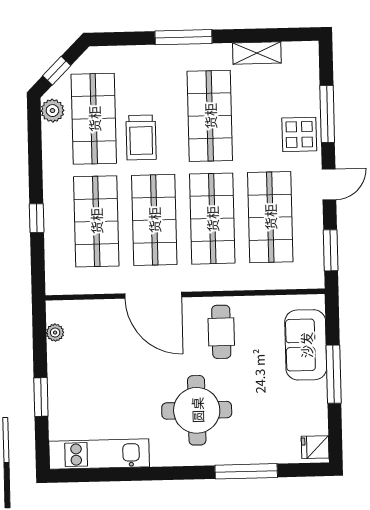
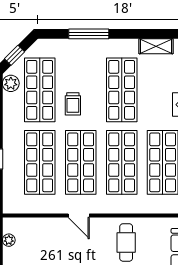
window: (184, 37) -> (89, 34), moved
trolley: (141, 137) -> (73, 104), width x0.73, depth x0.72
door: (153, 295) -> (79, 216), width x0.53

